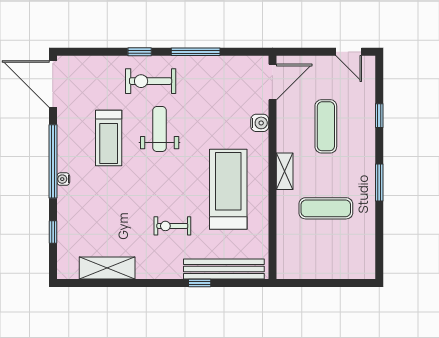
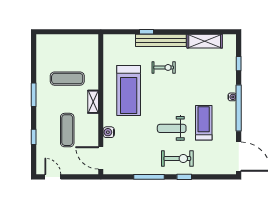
door: (272, 82) -> (101, 158), hinge flipped
weight bench: (160, 129) -> (172, 128), turned 90
bench: (224, 269) -> (161, 40), moved

